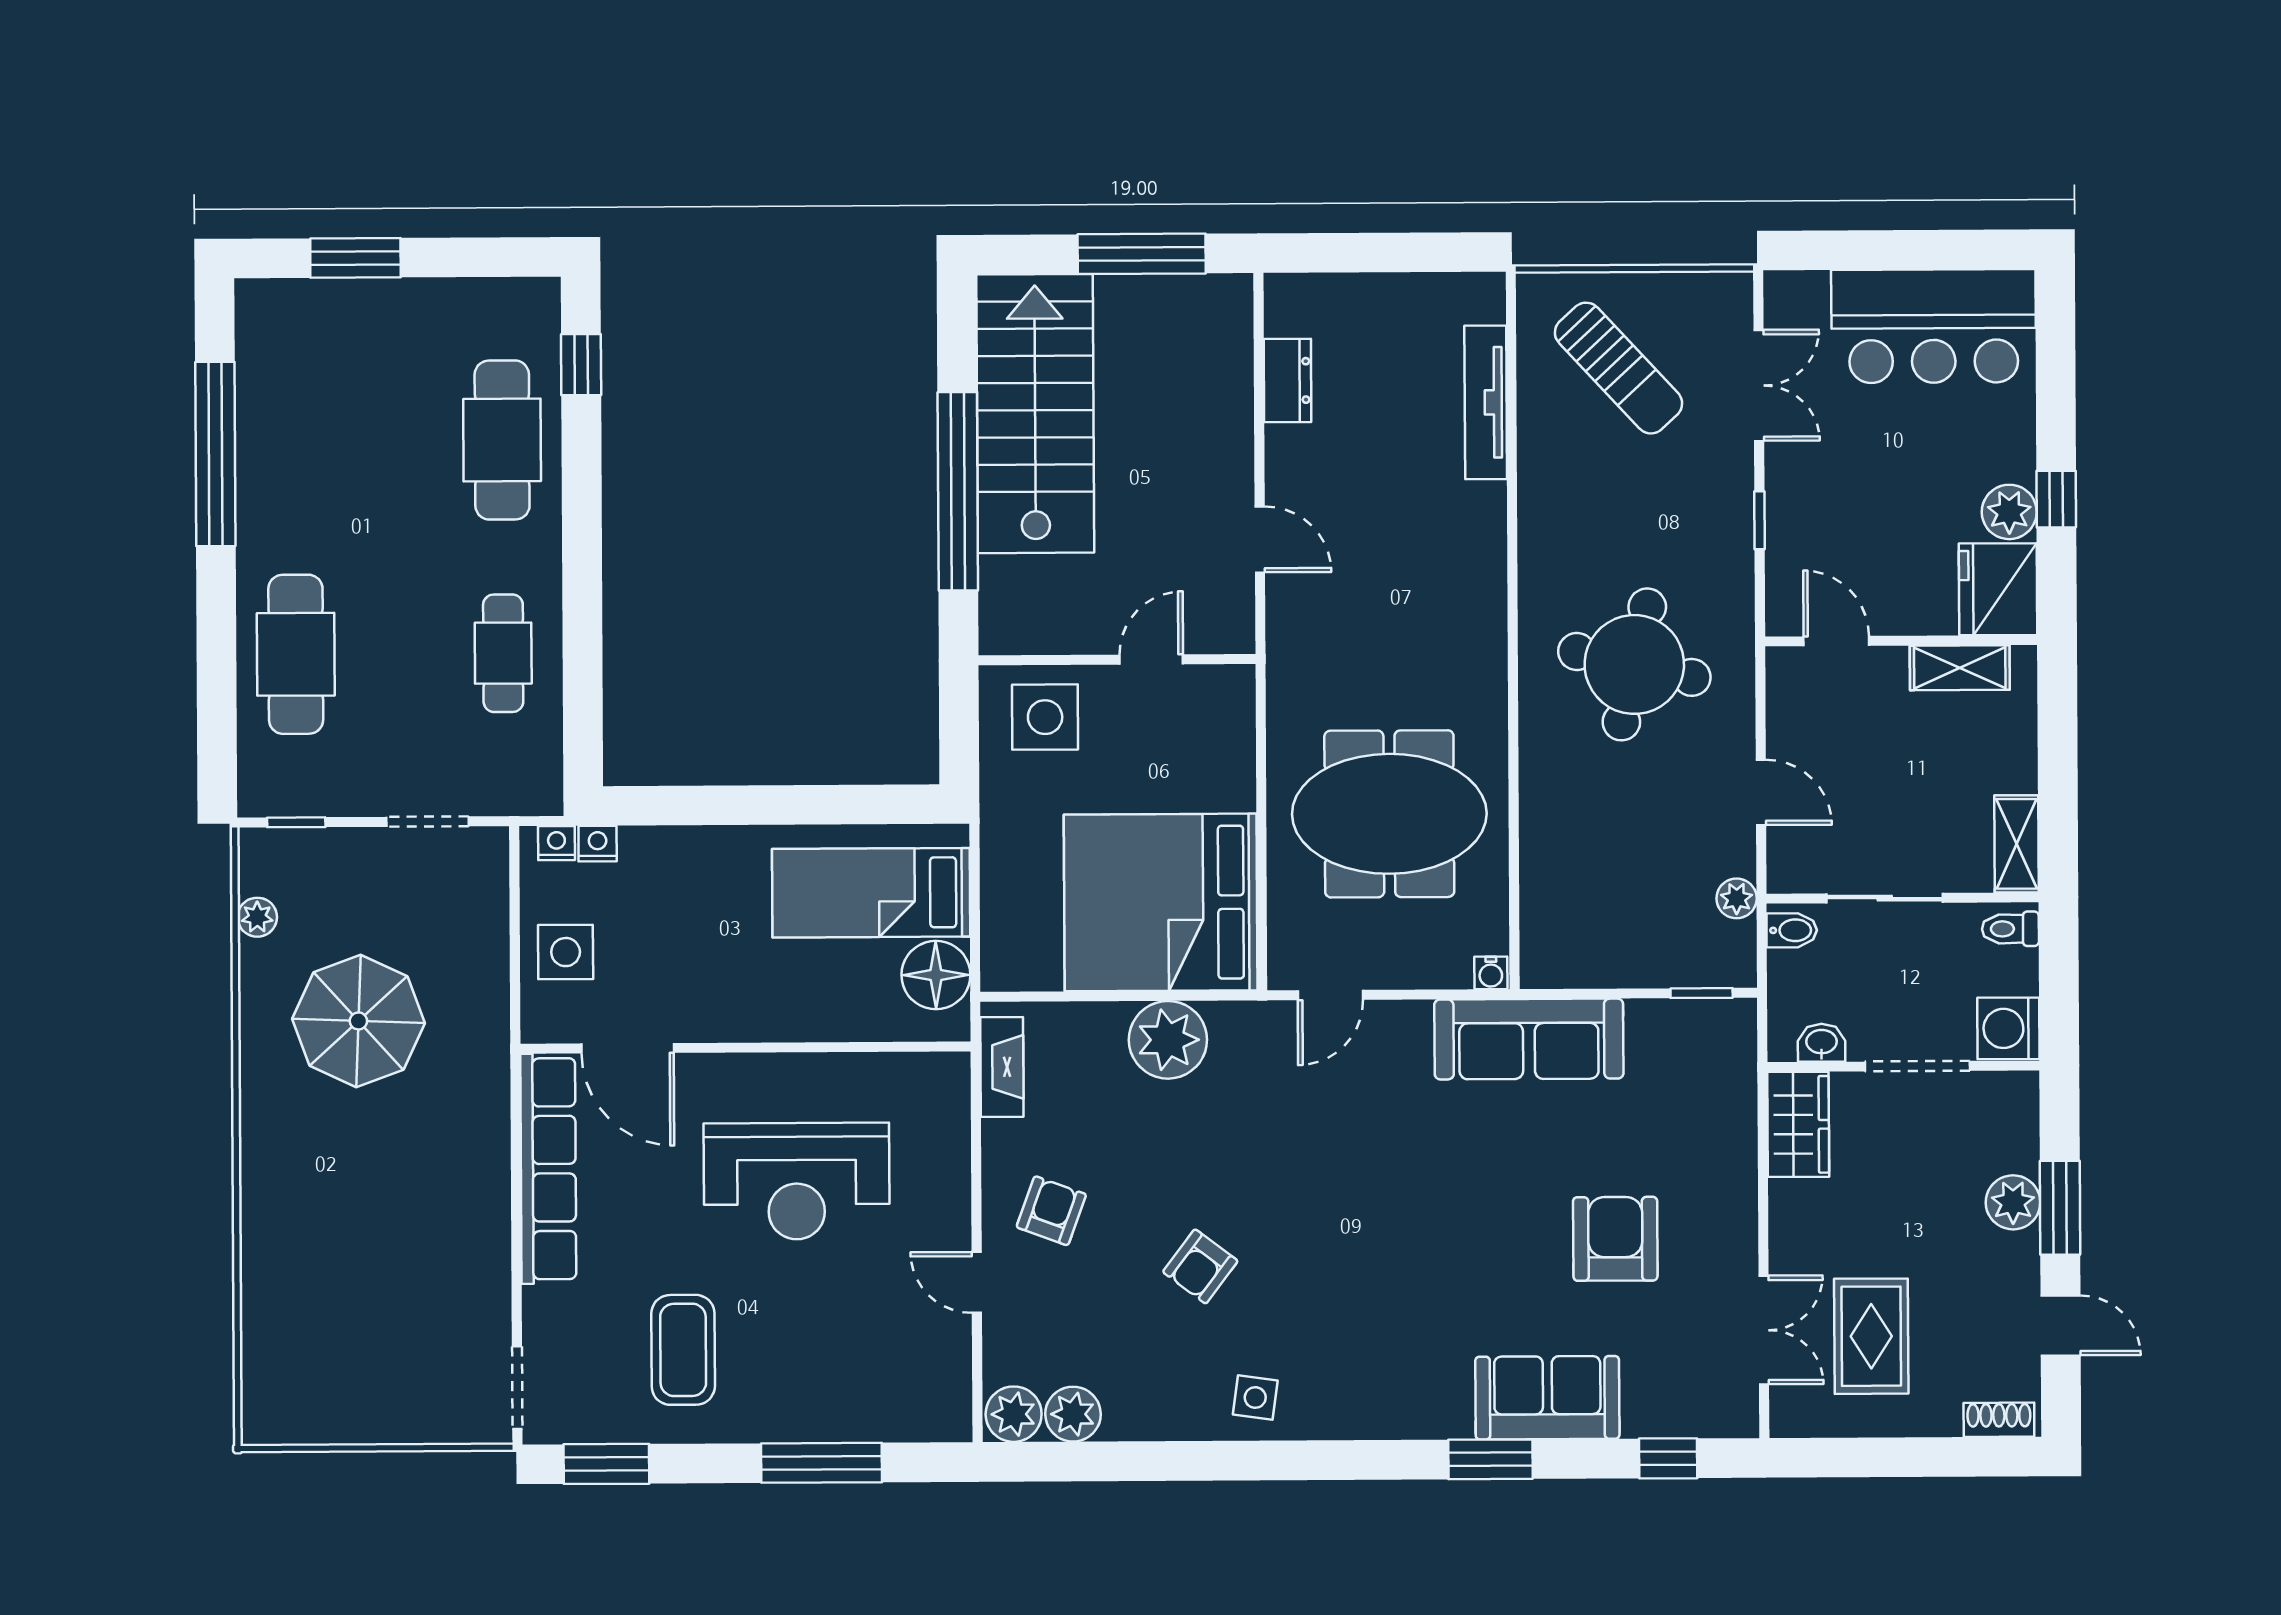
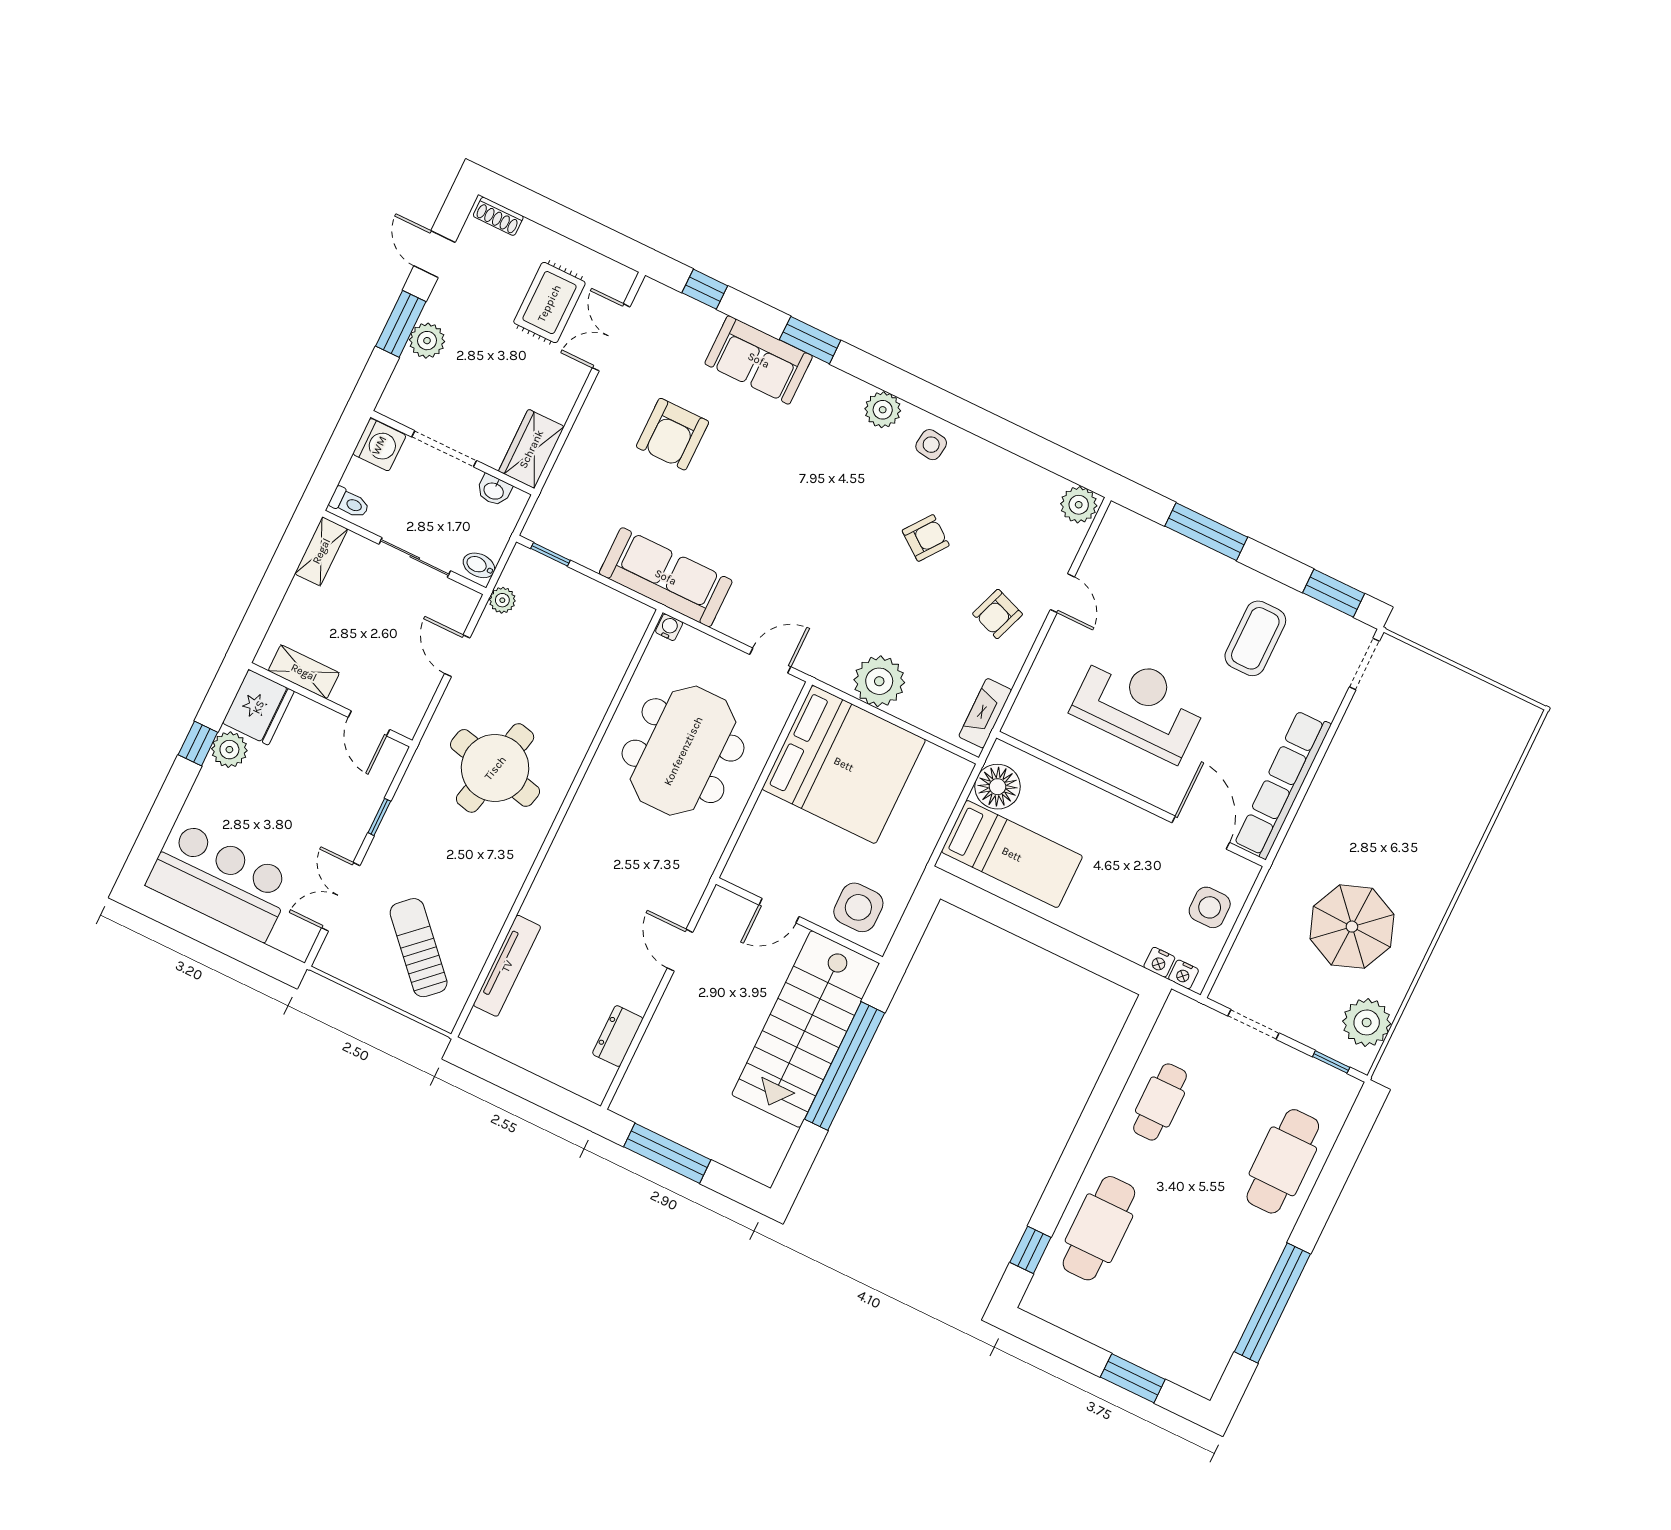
stairs: (1035, 414) -> (806, 1029), moved
meeting table: (1389, 814) -> (683, 751), turned 90
plant: (257, 917) -> (1367, 1022), width x1.88, depth x1.88
plant: (1073, 1414) -> (883, 410), moved

